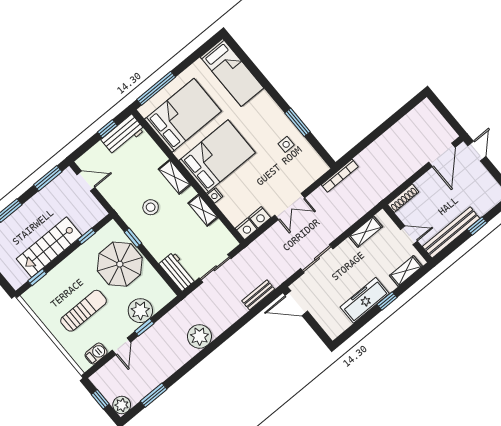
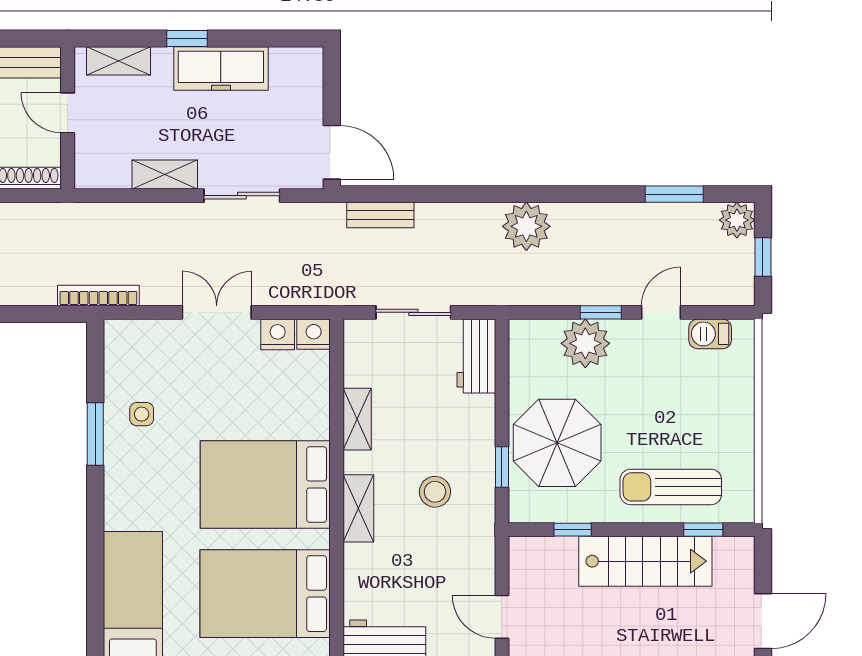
nightstand: (215, 196) -> (319, 426), removed
shelving: (366, 232) -> (165, 175), moved
sun lounger: (84, 311) -> (671, 487), moved

